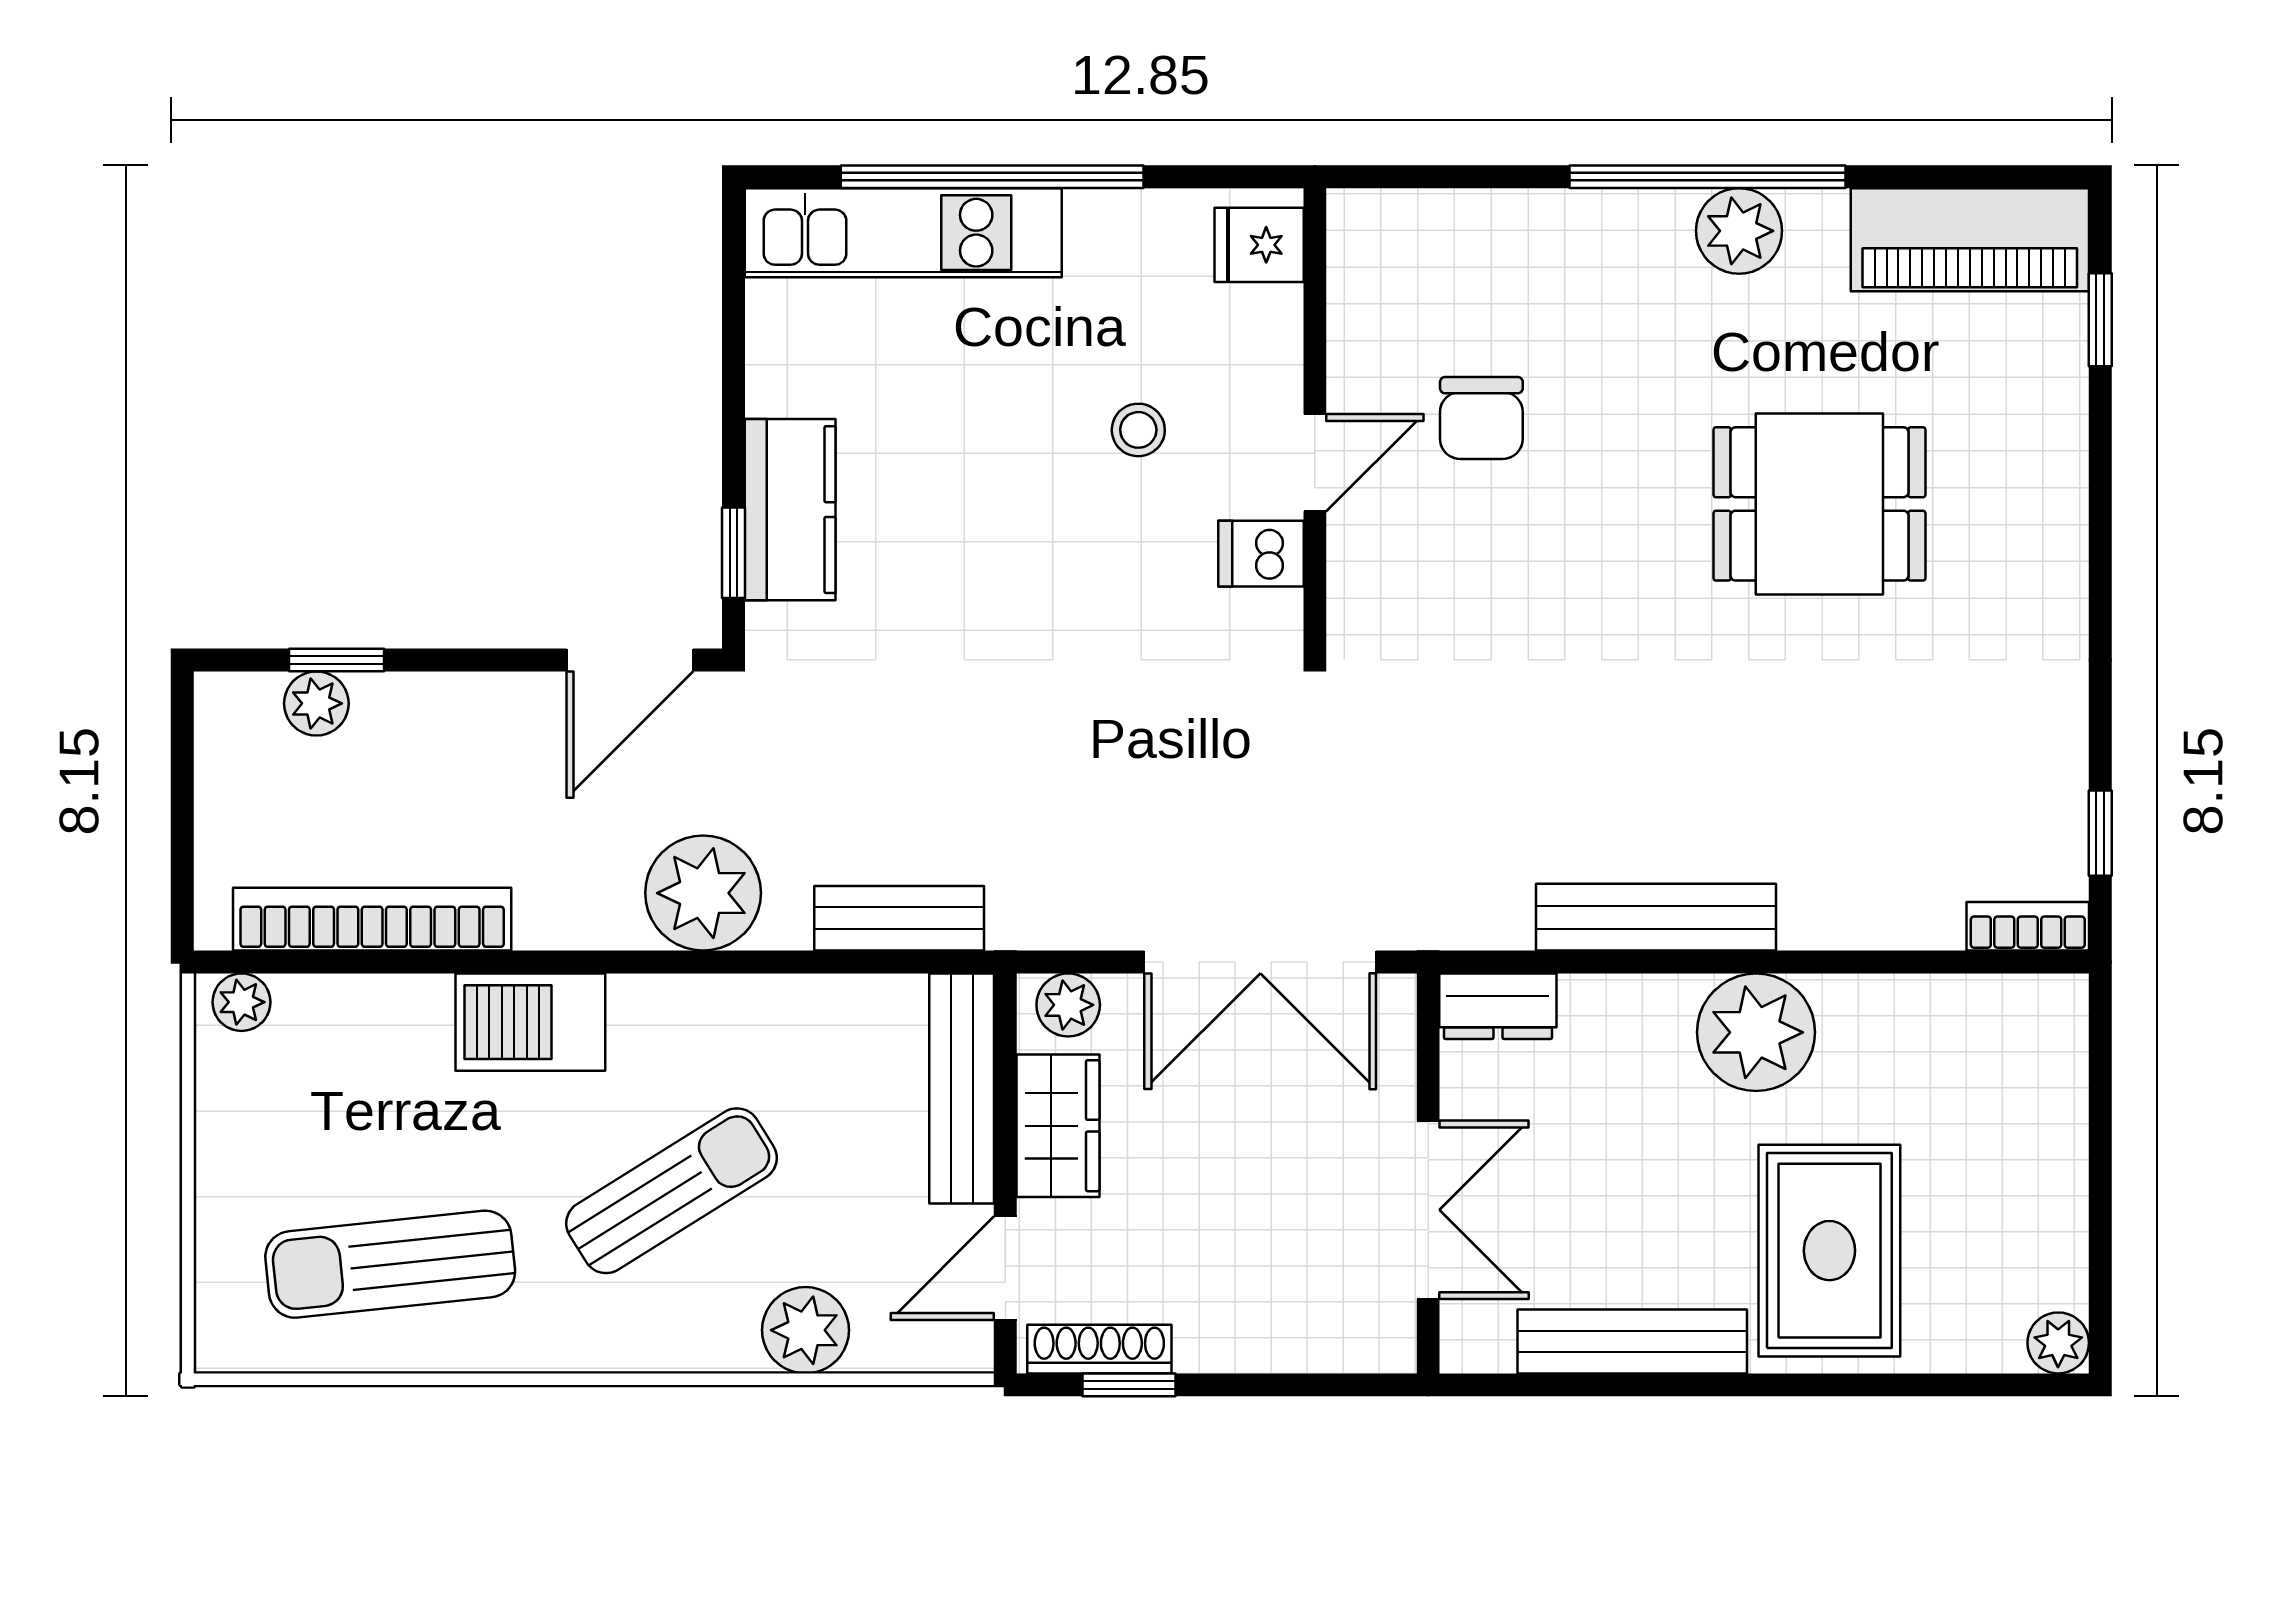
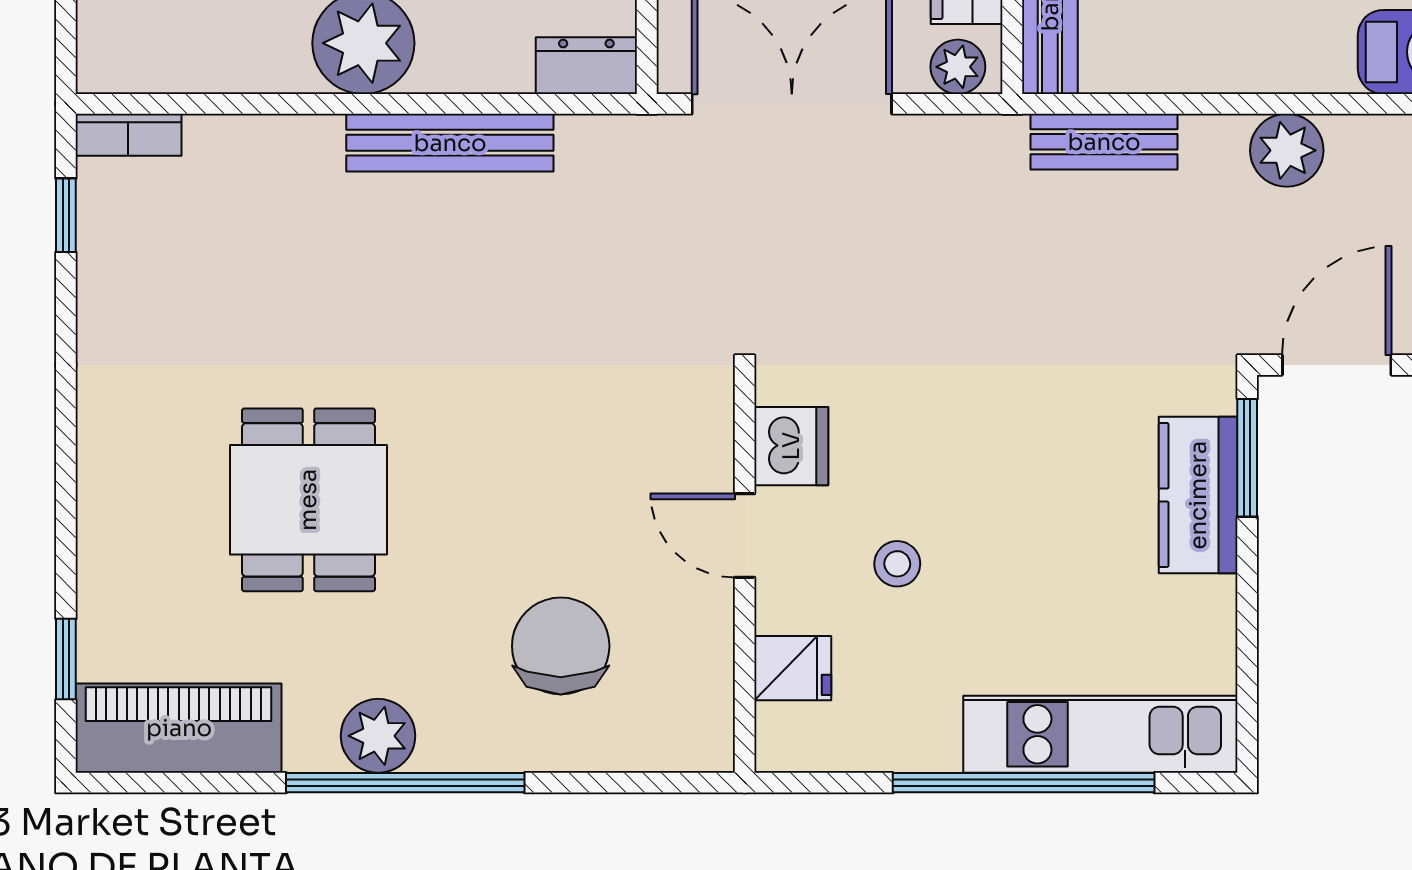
fridge: (1259, 245) -> (793, 668), moved
chair: (1481, 418) -> (561, 646), moved, width x1.37, depth x1.37
door: (1315, 463) -> (745, 535), hinge flipped
dining table: (1819, 504) -> (308, 500), turned 90
window: (733, 553) -> (1247, 458), width x1.50
dishwasher: (1261, 554) -> (791, 446), width x1.38
plant: (703, 893) -> (1287, 150), width x0.73, depth x0.73

